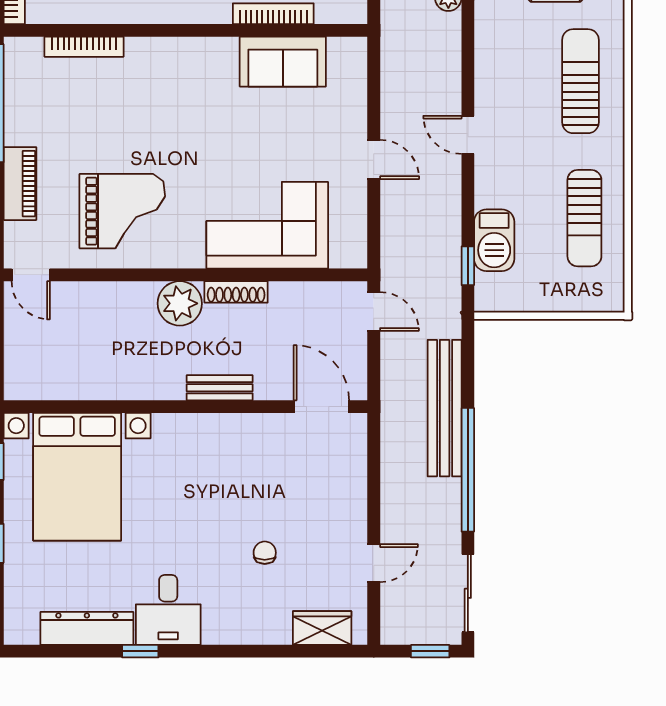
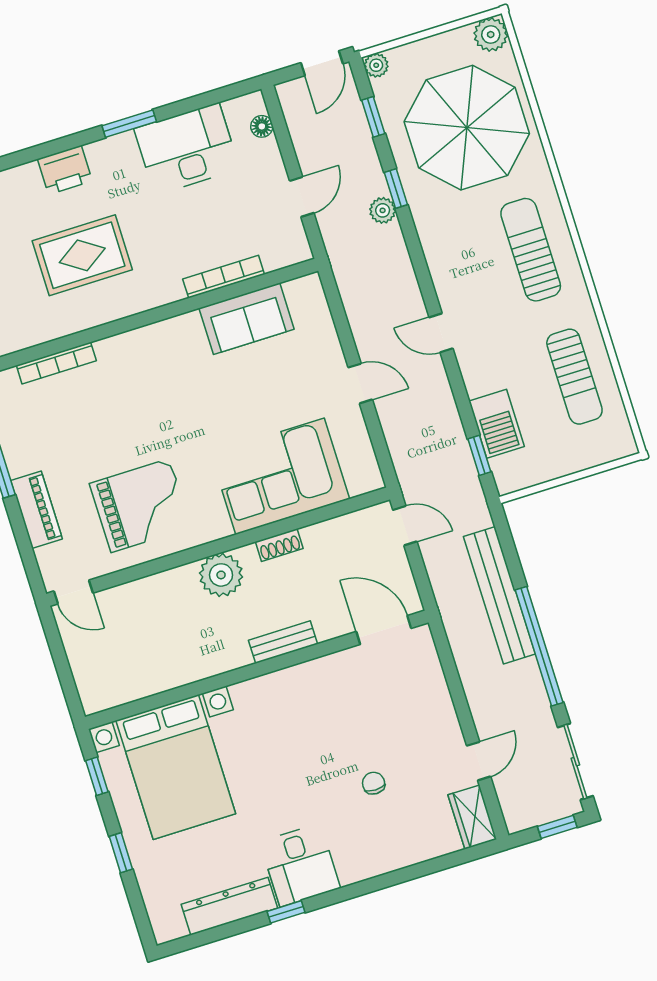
shoe rack: (236, 292) -> (279, 545), width x0.70
wardrobe: (322, 628) -> (472, 817), moved, turned -90

